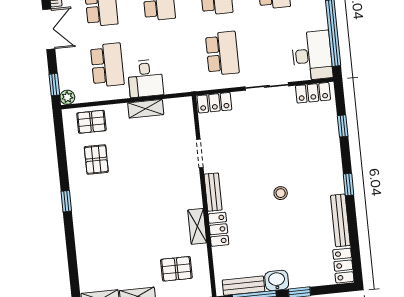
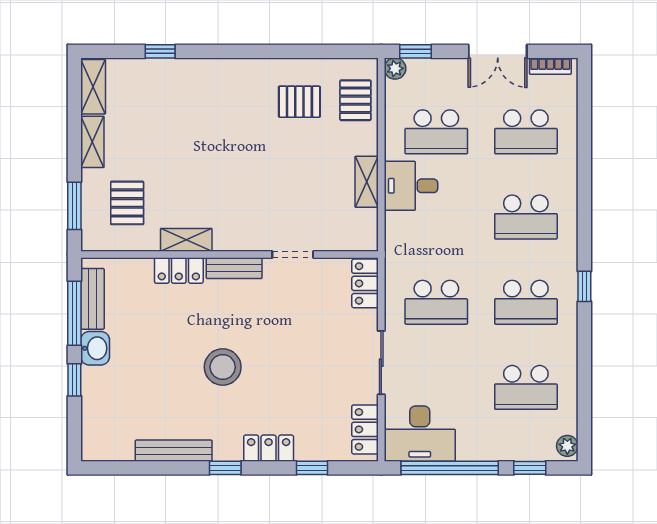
stool: (281, 193) -> (223, 367), width x1.89, depth x1.89
window: (66, 201) -> (160, 51), moved
locker: (343, 266) -> (269, 448), moved

